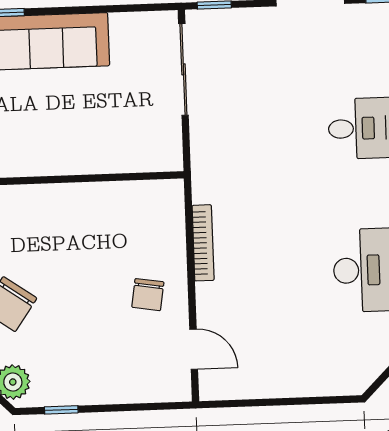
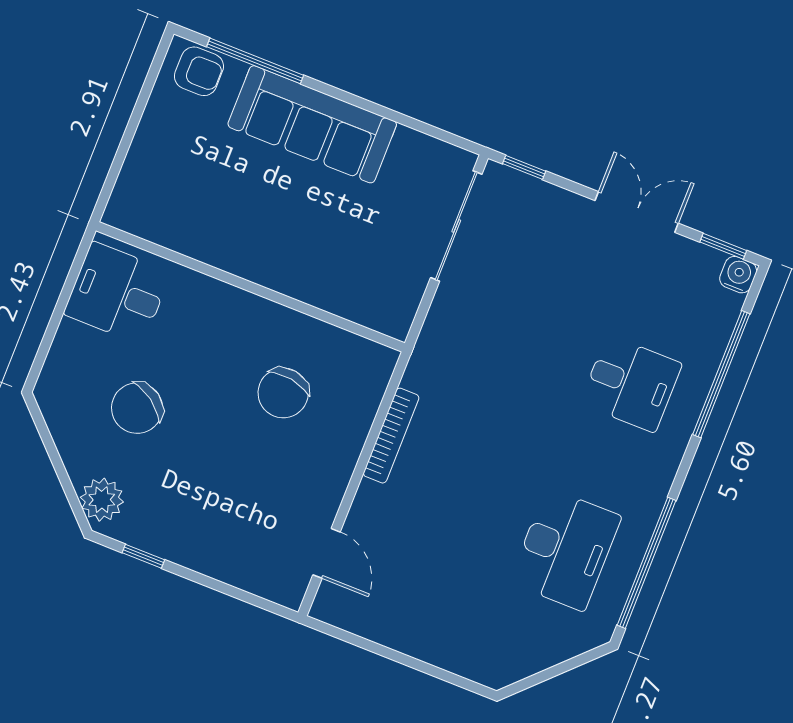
chair: (148, 295) -> (283, 393), moved, width x1.37, depth x1.37

